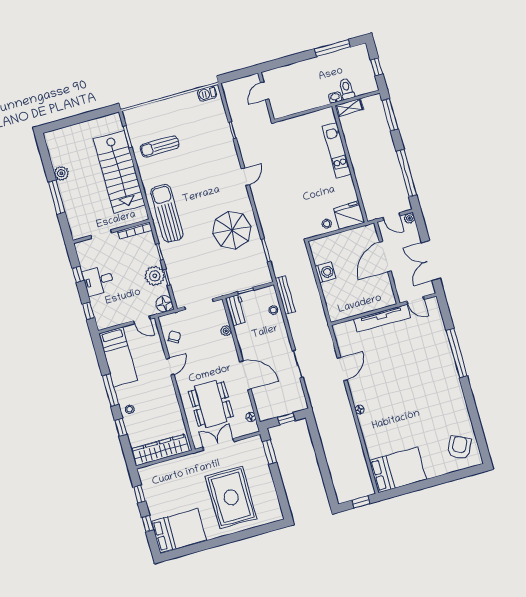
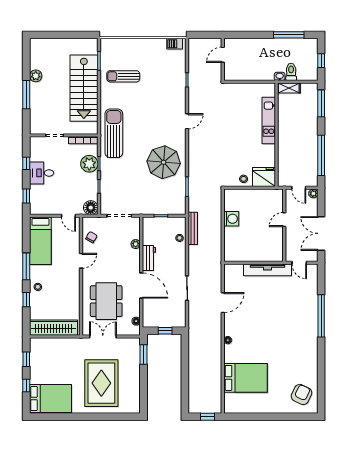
door: (385, 257) -> (284, 220), width x0.53
plant: (155, 276) -> (89, 164), moved
workbench: (236, 310) -> (149, 258), moved
bed: (398, 470) -> (246, 378), moved

